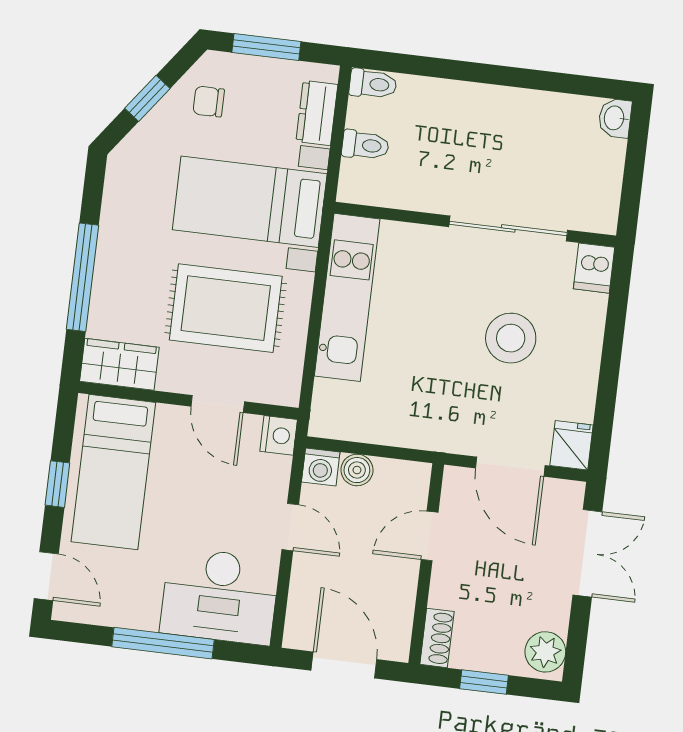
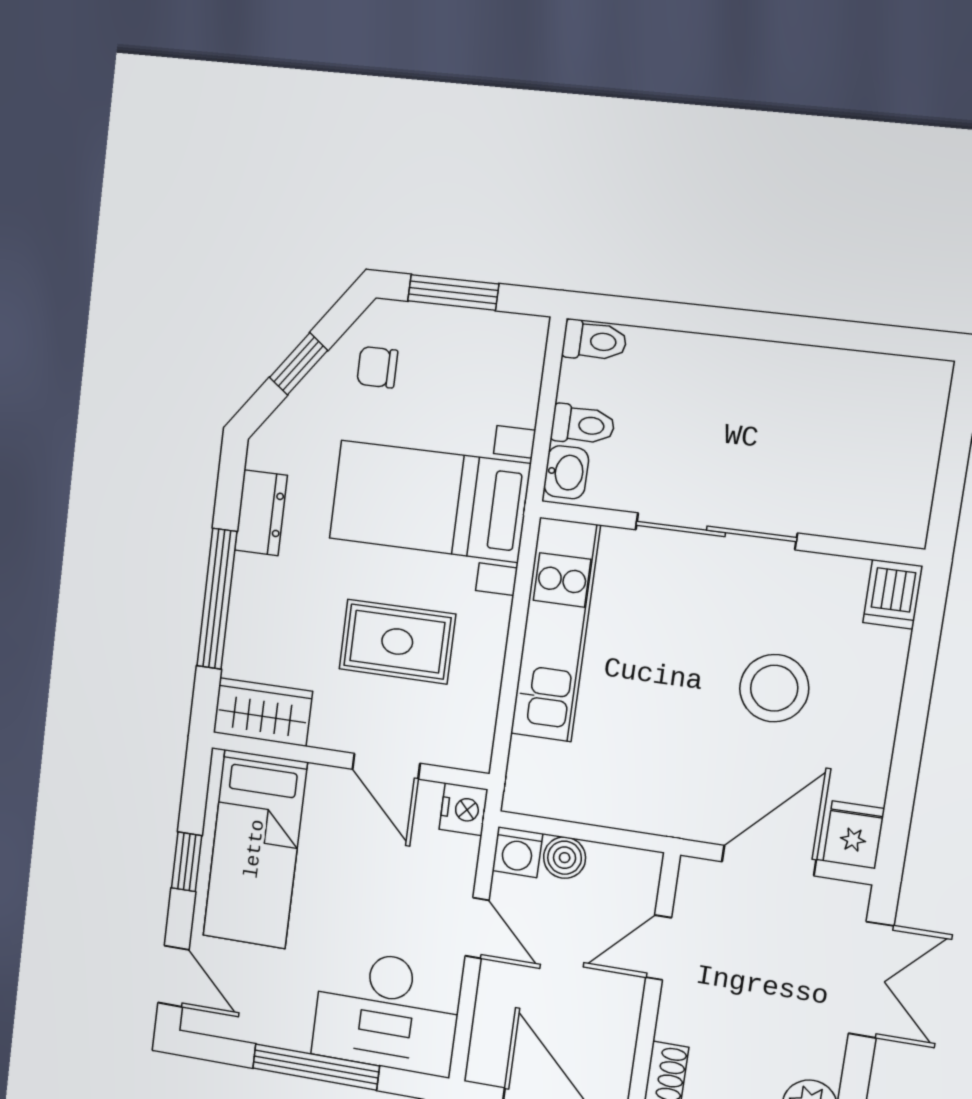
dresser: (317, 113) -> (261, 513), moved, turned 180
washbasin: (615, 118) -> (566, 472), moved, turned 180
sliding door: (508, 228) -> (716, 531), moved
rug: (226, 308) -> (397, 642), width x0.73, depth x0.70
door: (510, 467) -> (769, 861), swing flipped

